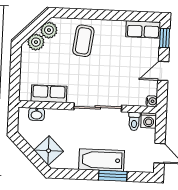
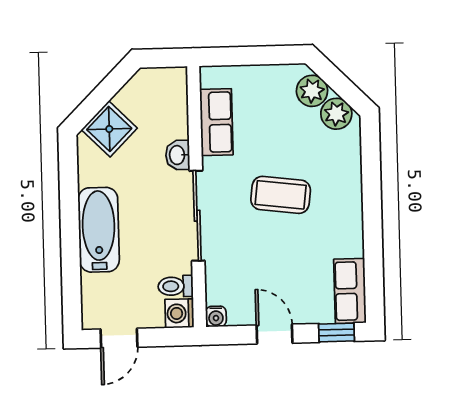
coffee table: (83, 41) -> (281, 195), moved
washbasin: (37, 114) -> (178, 155), moved
window: (113, 176) -> (70, 253), removed

